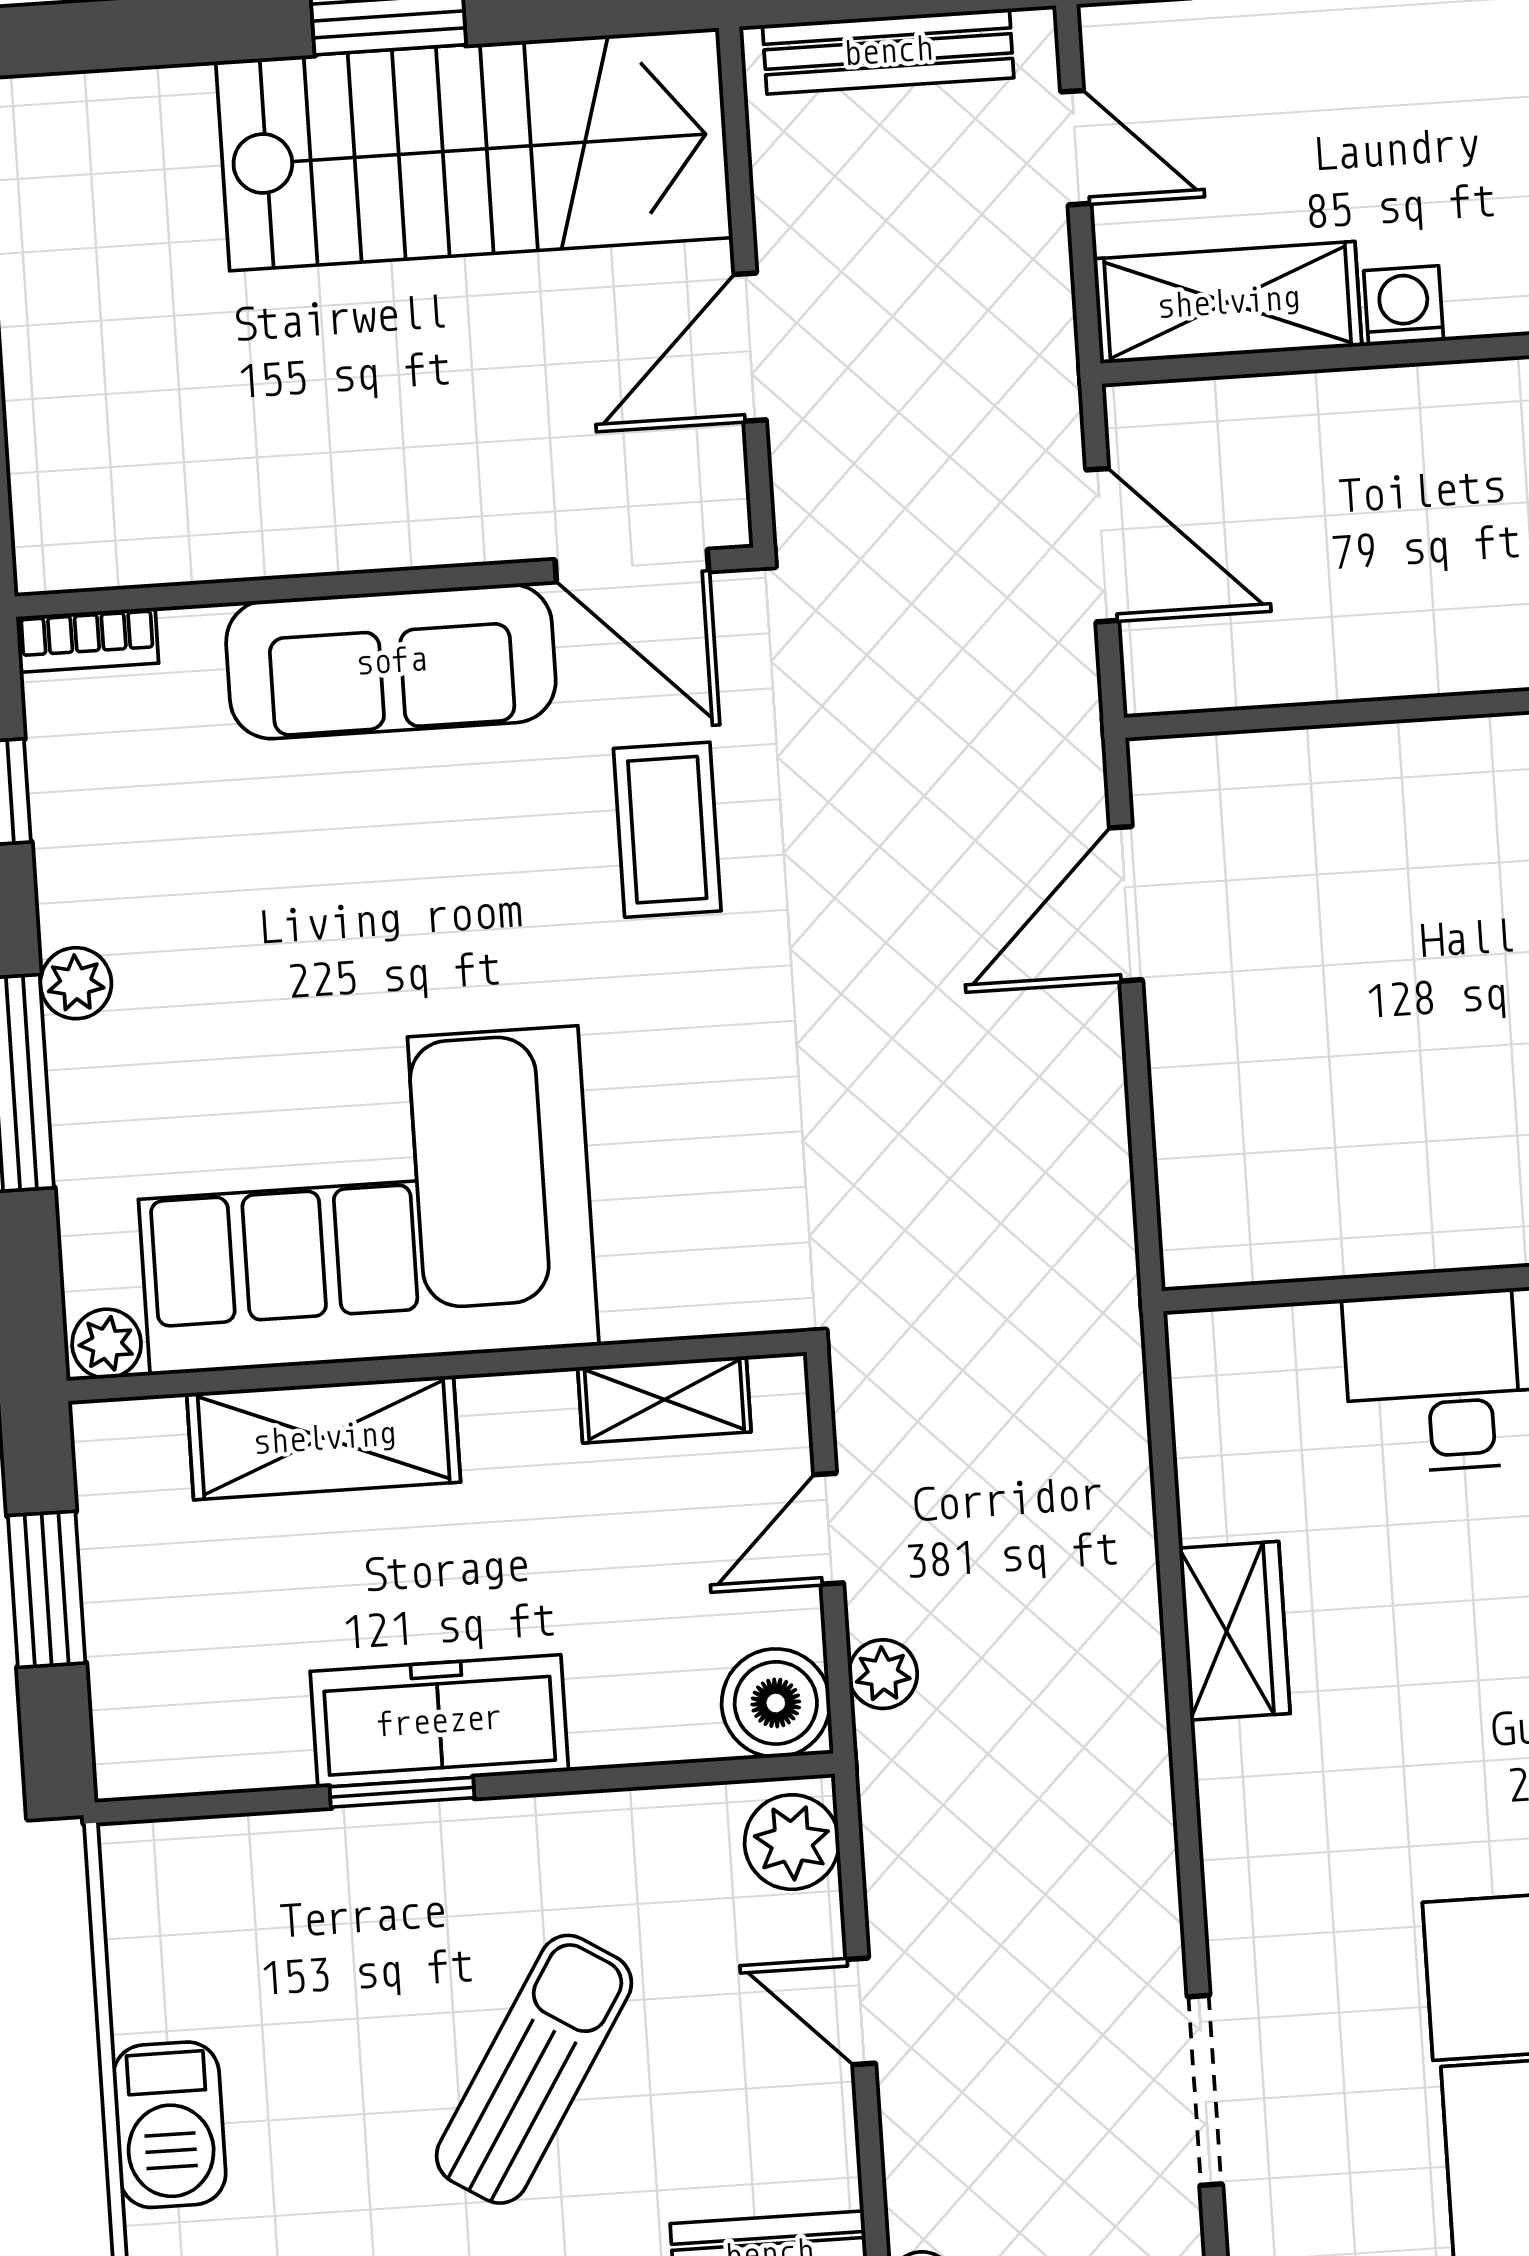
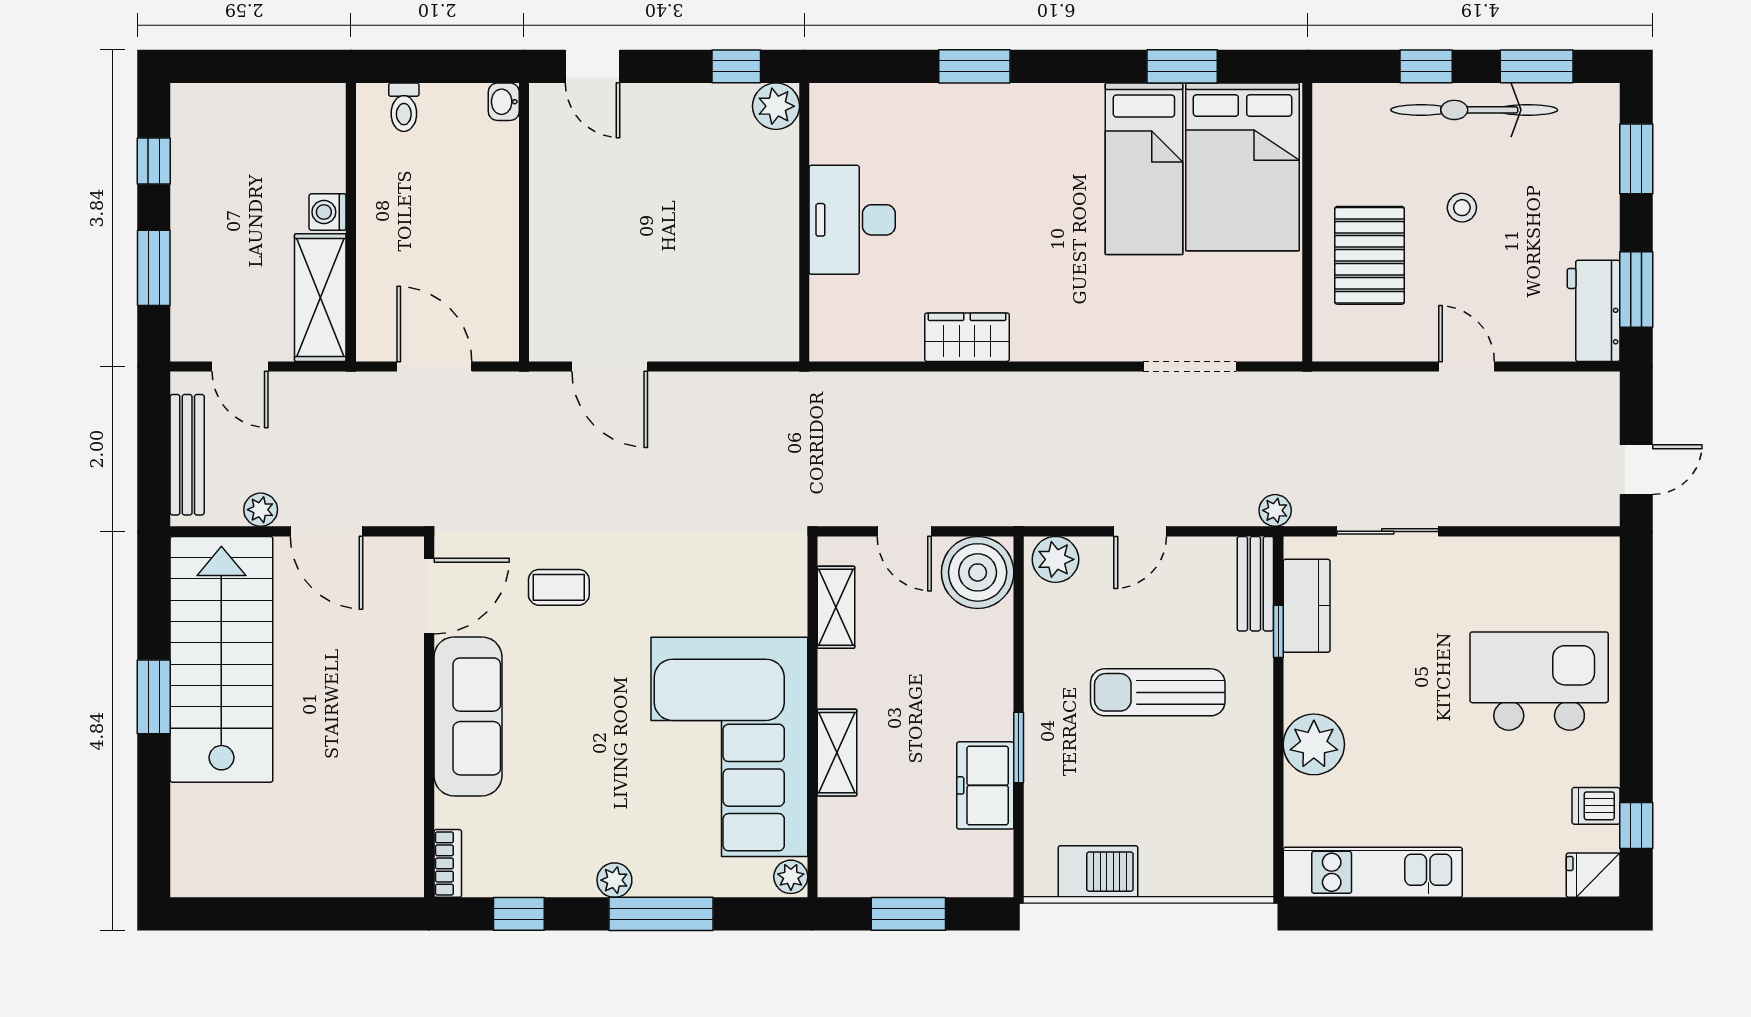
door: (1076, 148) -> (240, 366), swing flipped
door: (1102, 545) -> (434, 366), hinge flipped
coffee table: (667, 830) -> (559, 587), width x0.73, depth x0.77
shelving: (324, 1438) -> (837, 753), width x0.67, depth x0.75
plant: (883, 1674) -> (261, 510), moved
boiler: (776, 1703) -> (978, 572), width x1.37, depth x1.37
freezer: (439, 1721) -> (985, 785), moved, width x0.71
sun lounger: (534, 2069) -> (1158, 692), turned -32
barbecue: (169, 2125) -> (1098, 872), moved

